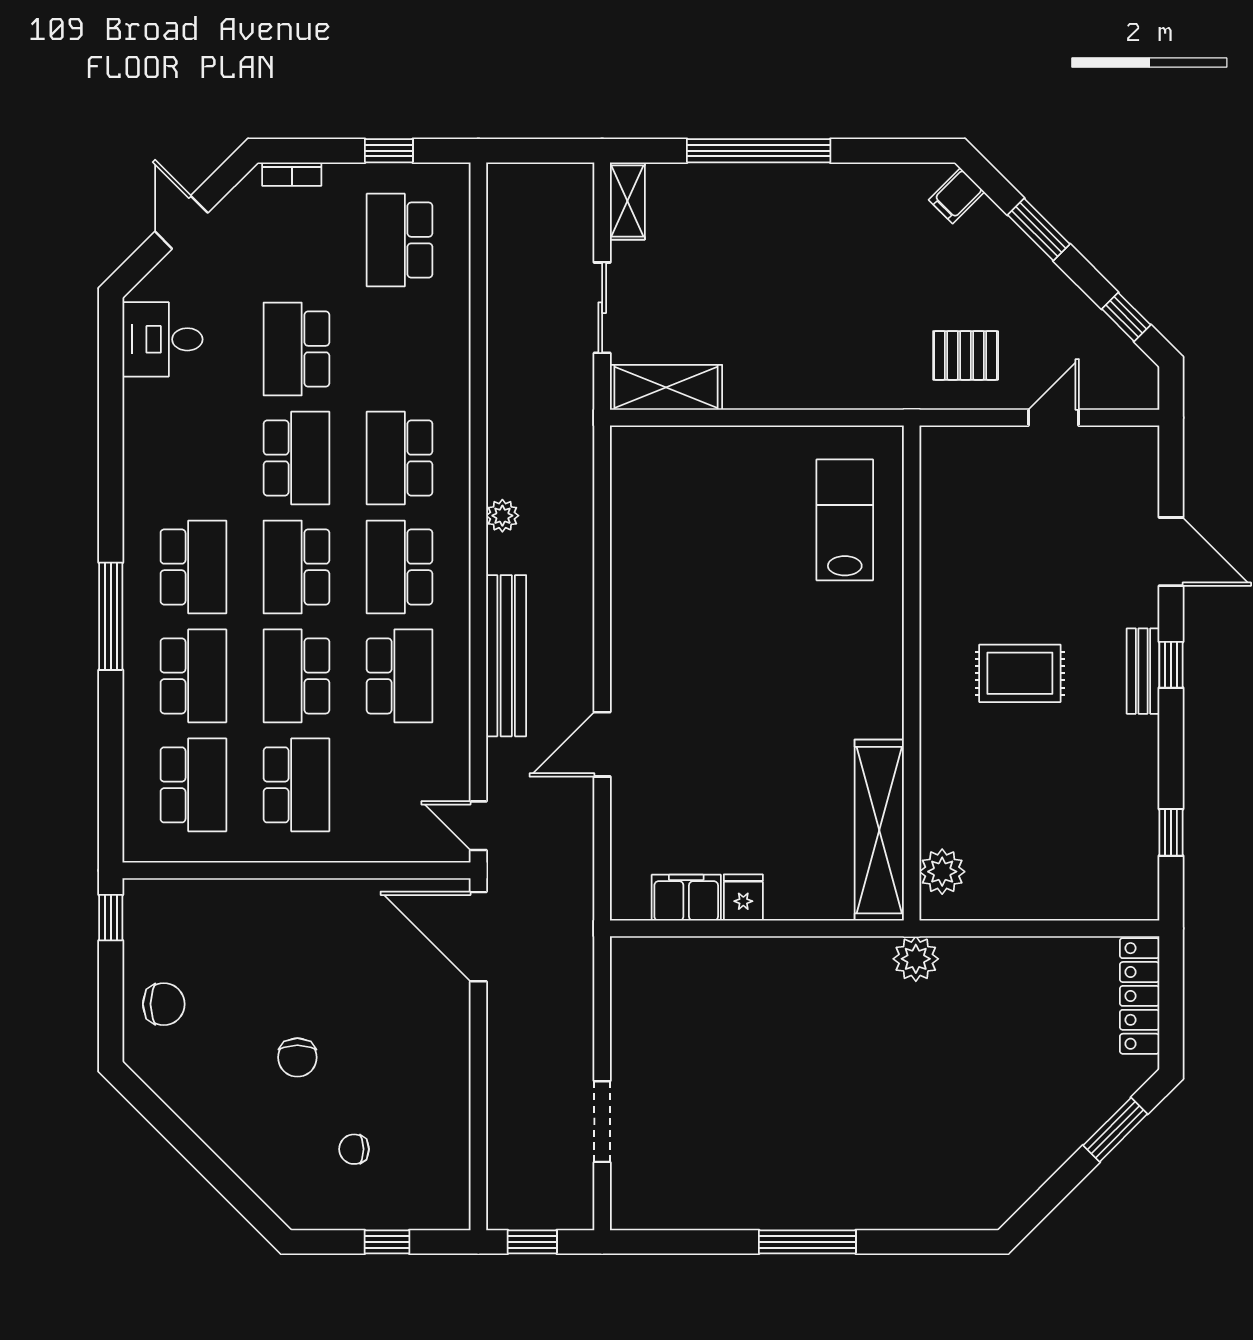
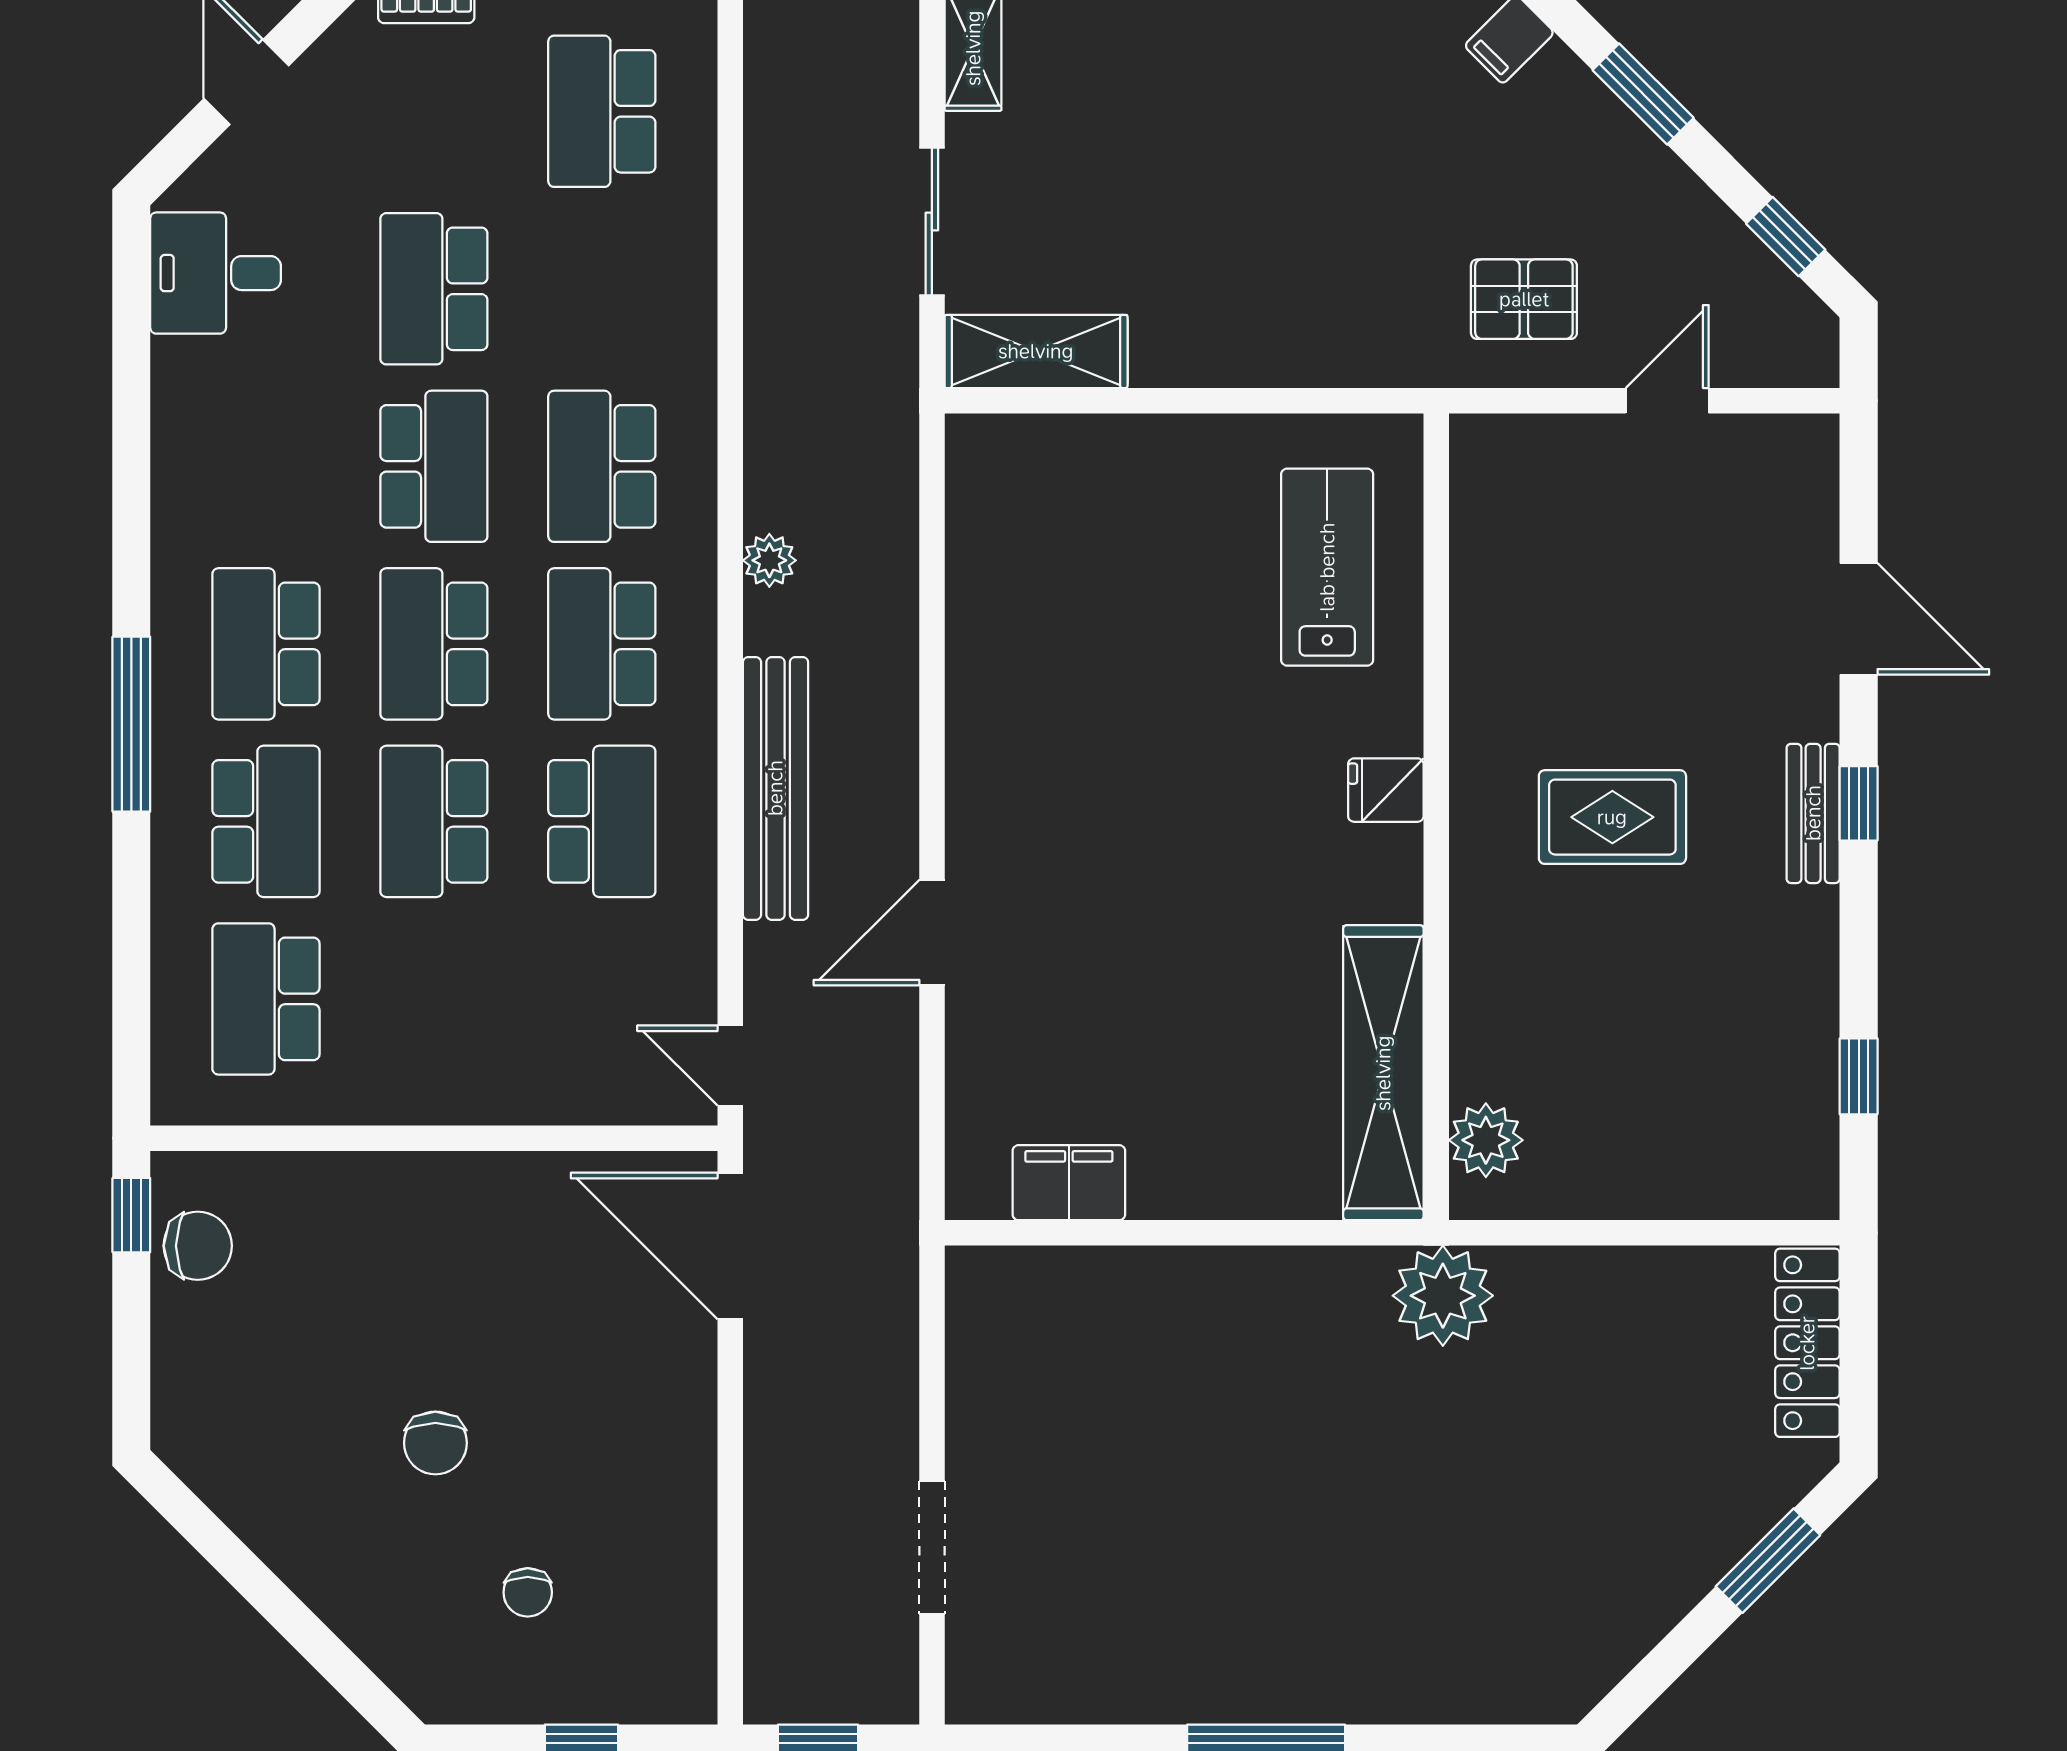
school desk: (193, 567) -> (266, 644), turned 180
school desk: (193, 785) -> (266, 999), turned 180
school desk: (296, 785) -> (434, 999), removed
fridge: (743, 898) -> (1386, 790), moved, turned -90
plant: (916, 959) -> (1443, 1296), width x1.36, depth x1.36
chair: (164, 1004) -> (198, 1246), moved
chair: (354, 1149) -> (528, 1592), turned -90

